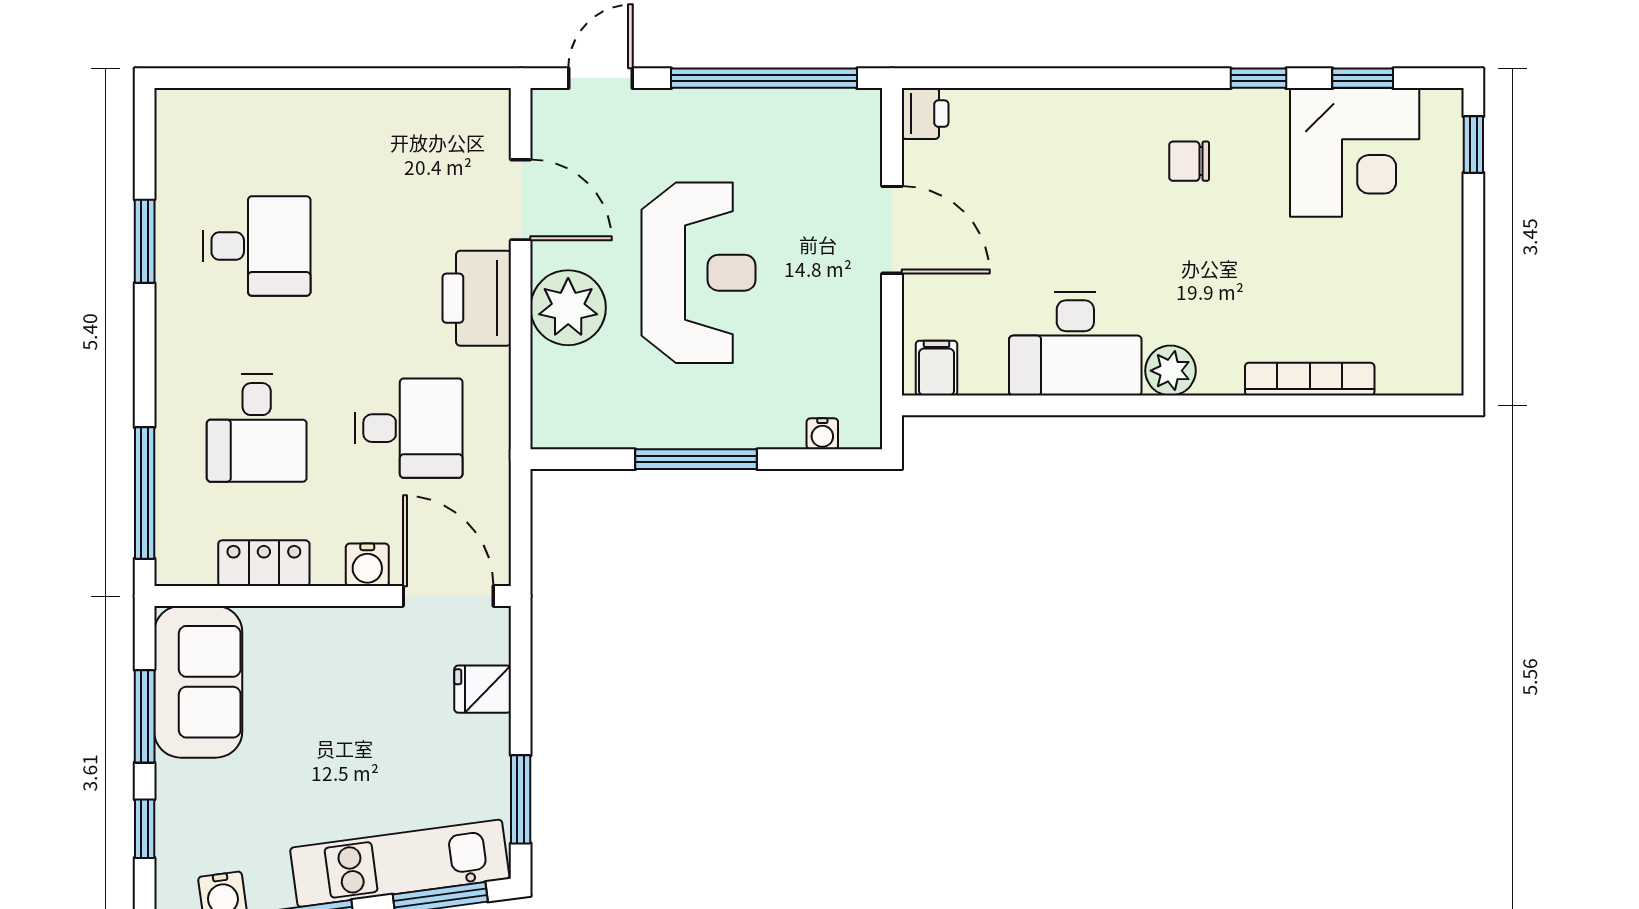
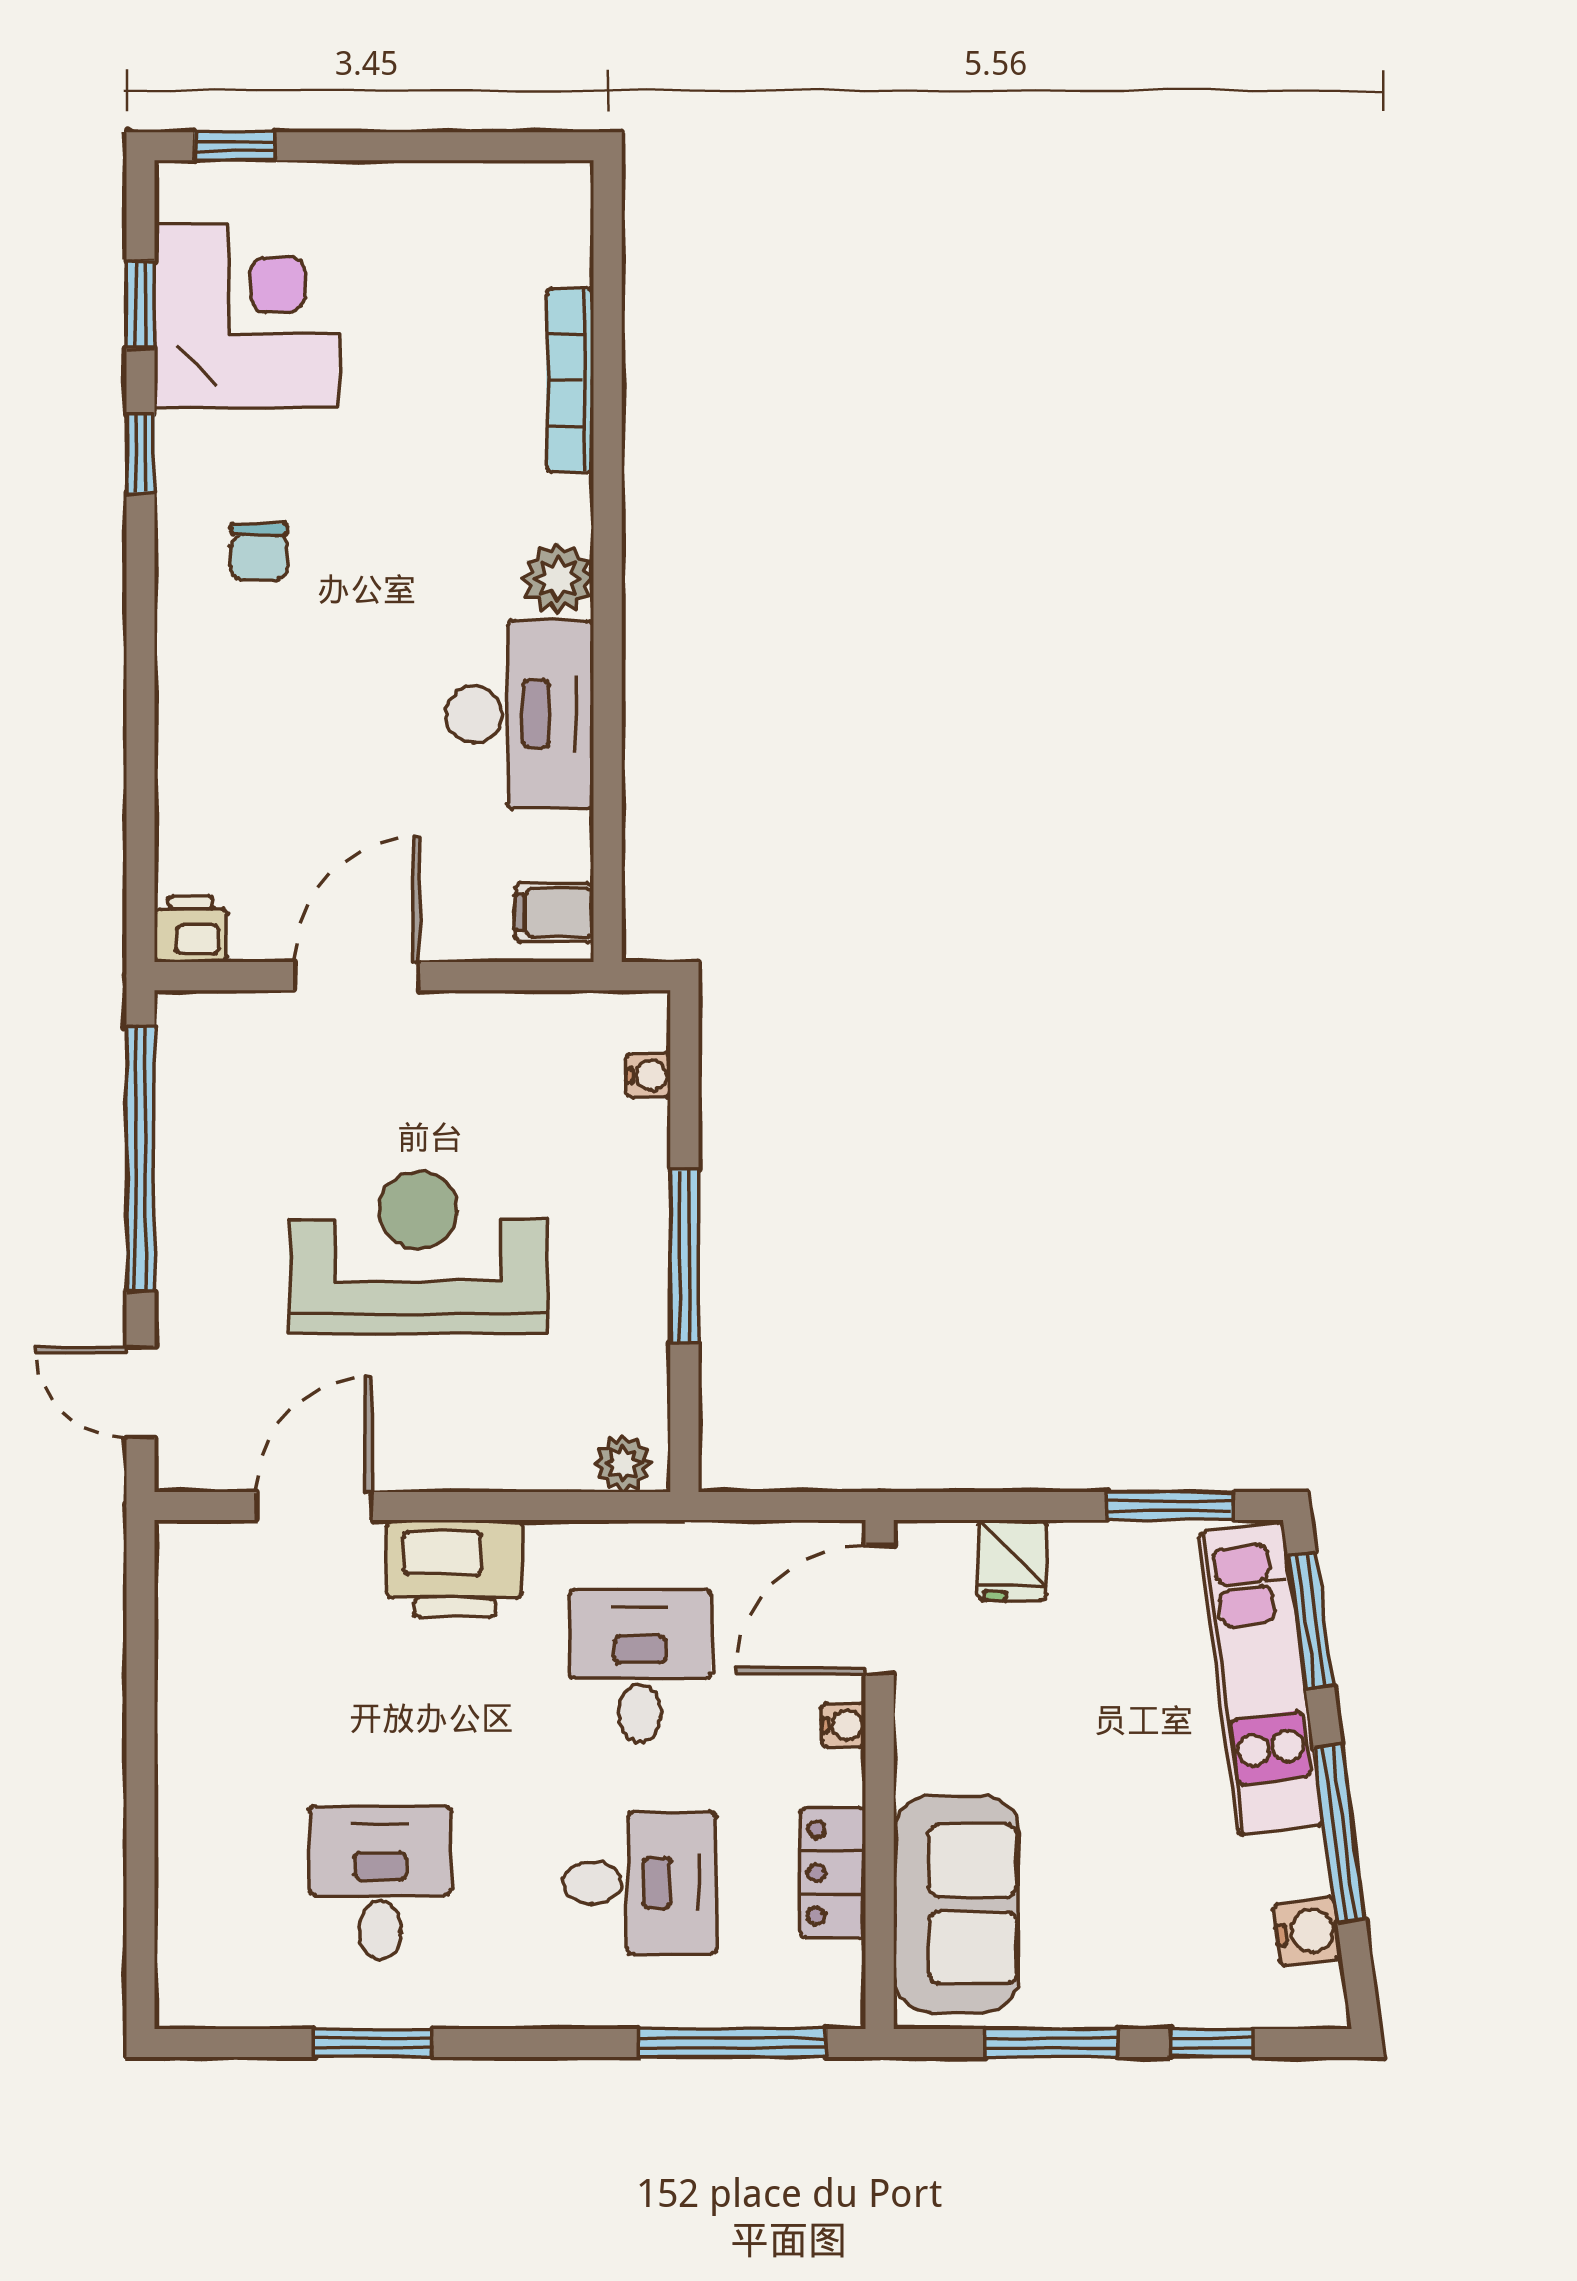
plant: (568, 308) -> (623, 1463), moved, width x0.53, depth x0.53
water cooler: (367, 565) -> (844, 1725), width x0.72, depth x0.72
sofa: (198, 682) -> (956, 1904), moved, turned 90

